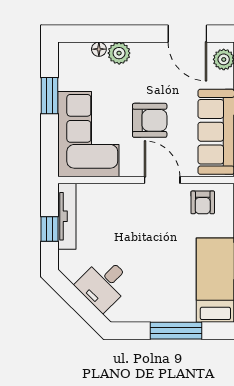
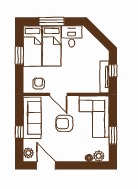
plant: (119, 53) -> (99, 156), moved
bed: (176, 280) -> (52, 46), added
desk: (104, 284) -> (72, 36), moved, turned -45

